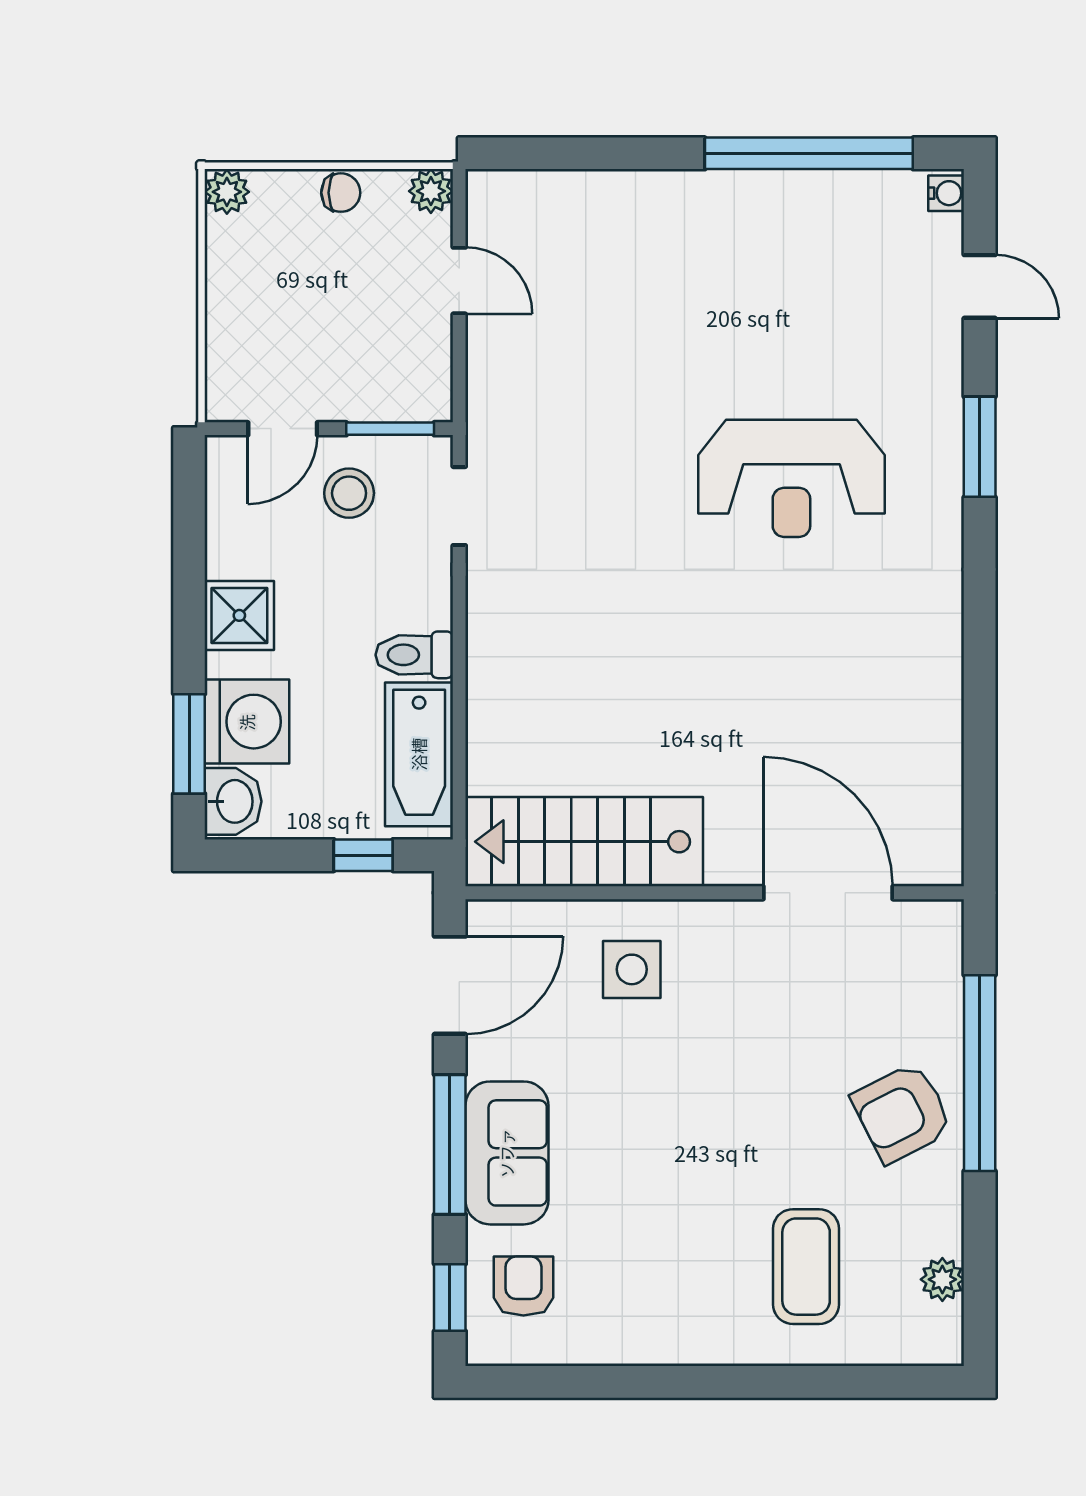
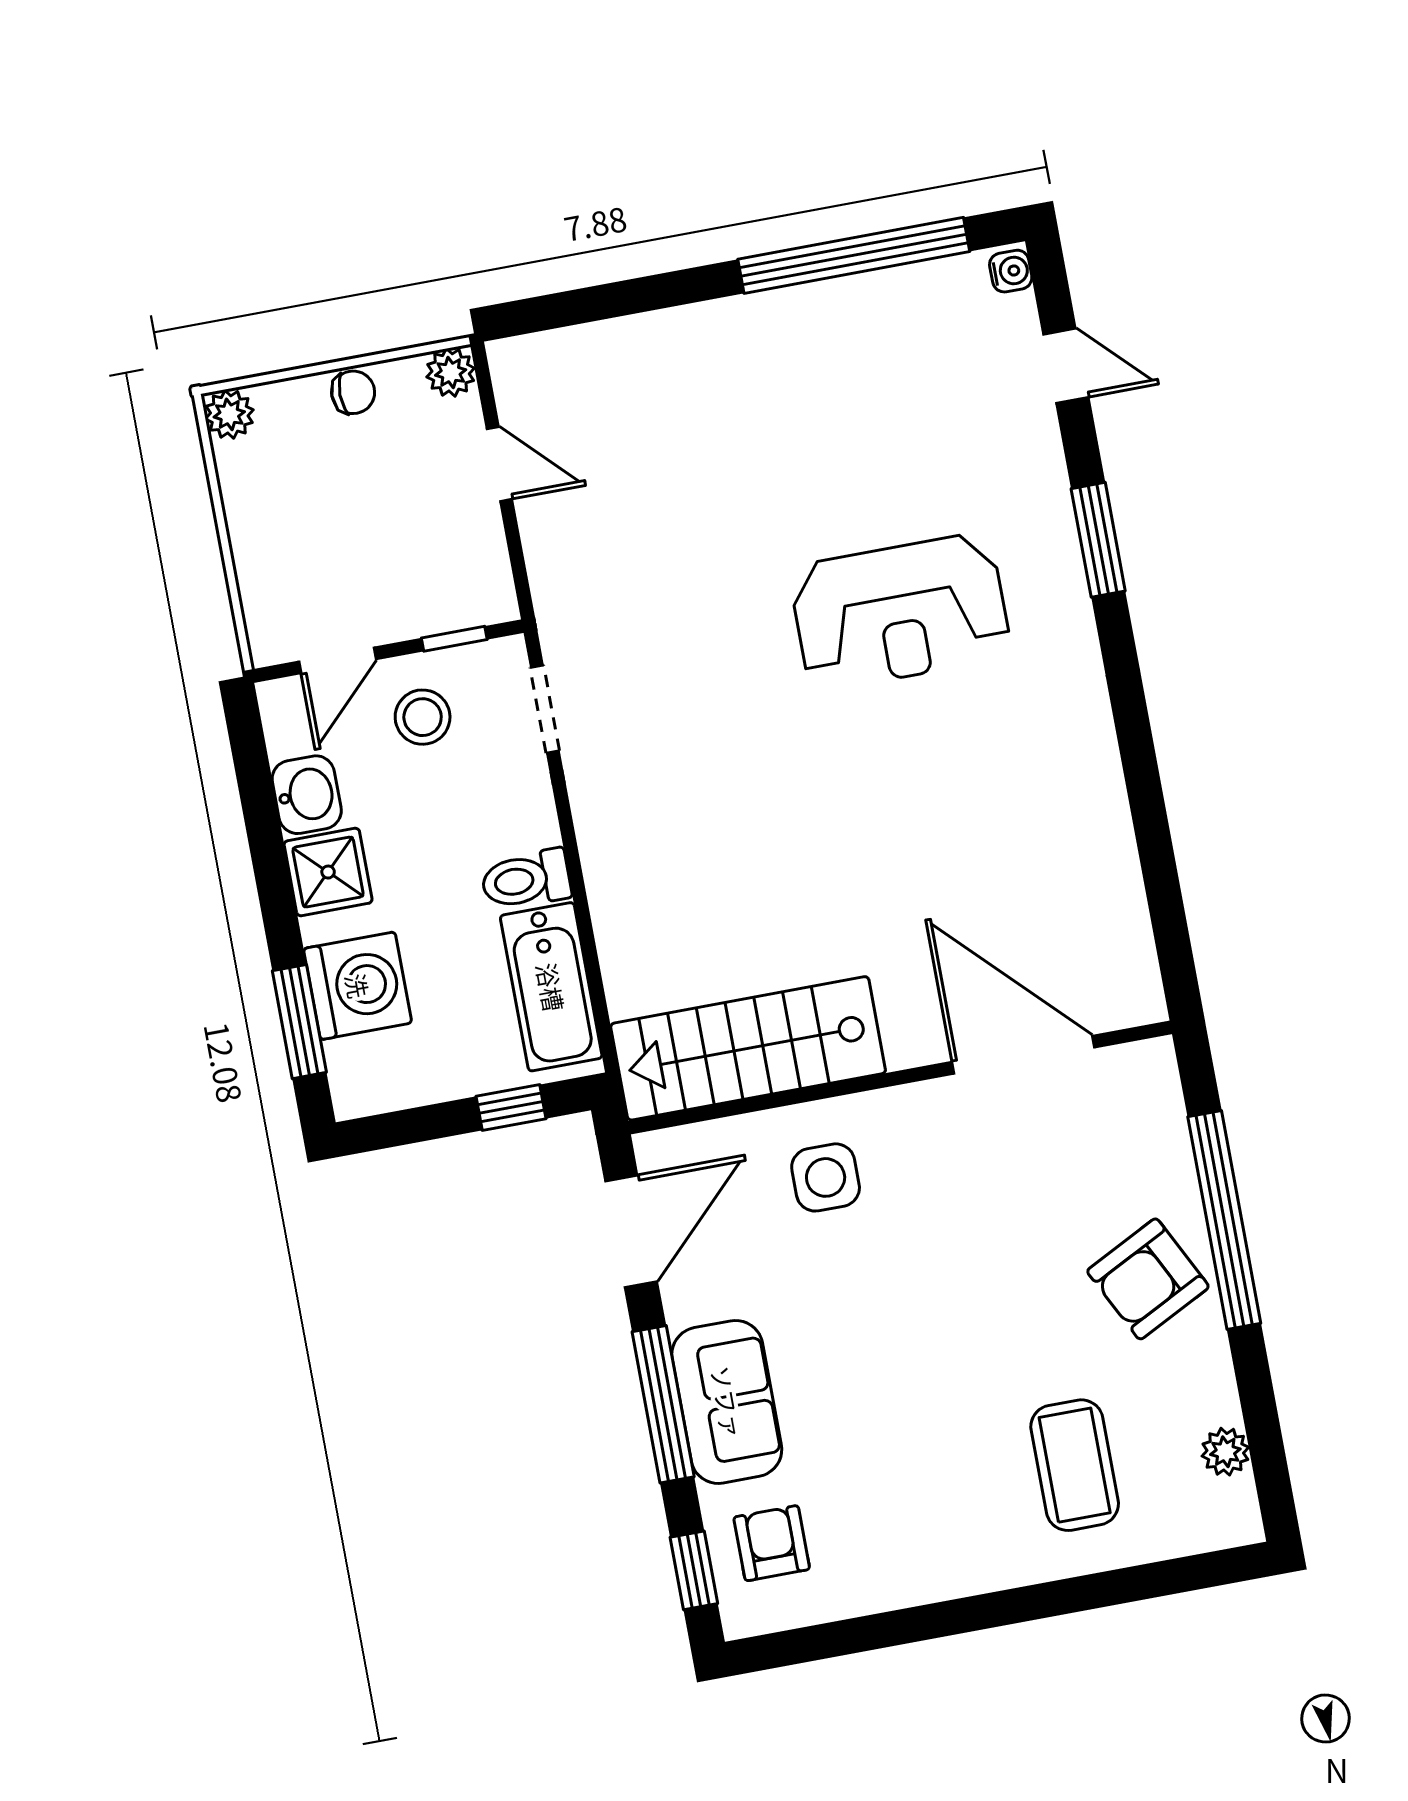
window: (390, 429) -> (454, 639), width x0.67
washbasin: (233, 801) -> (307, 795), moved

